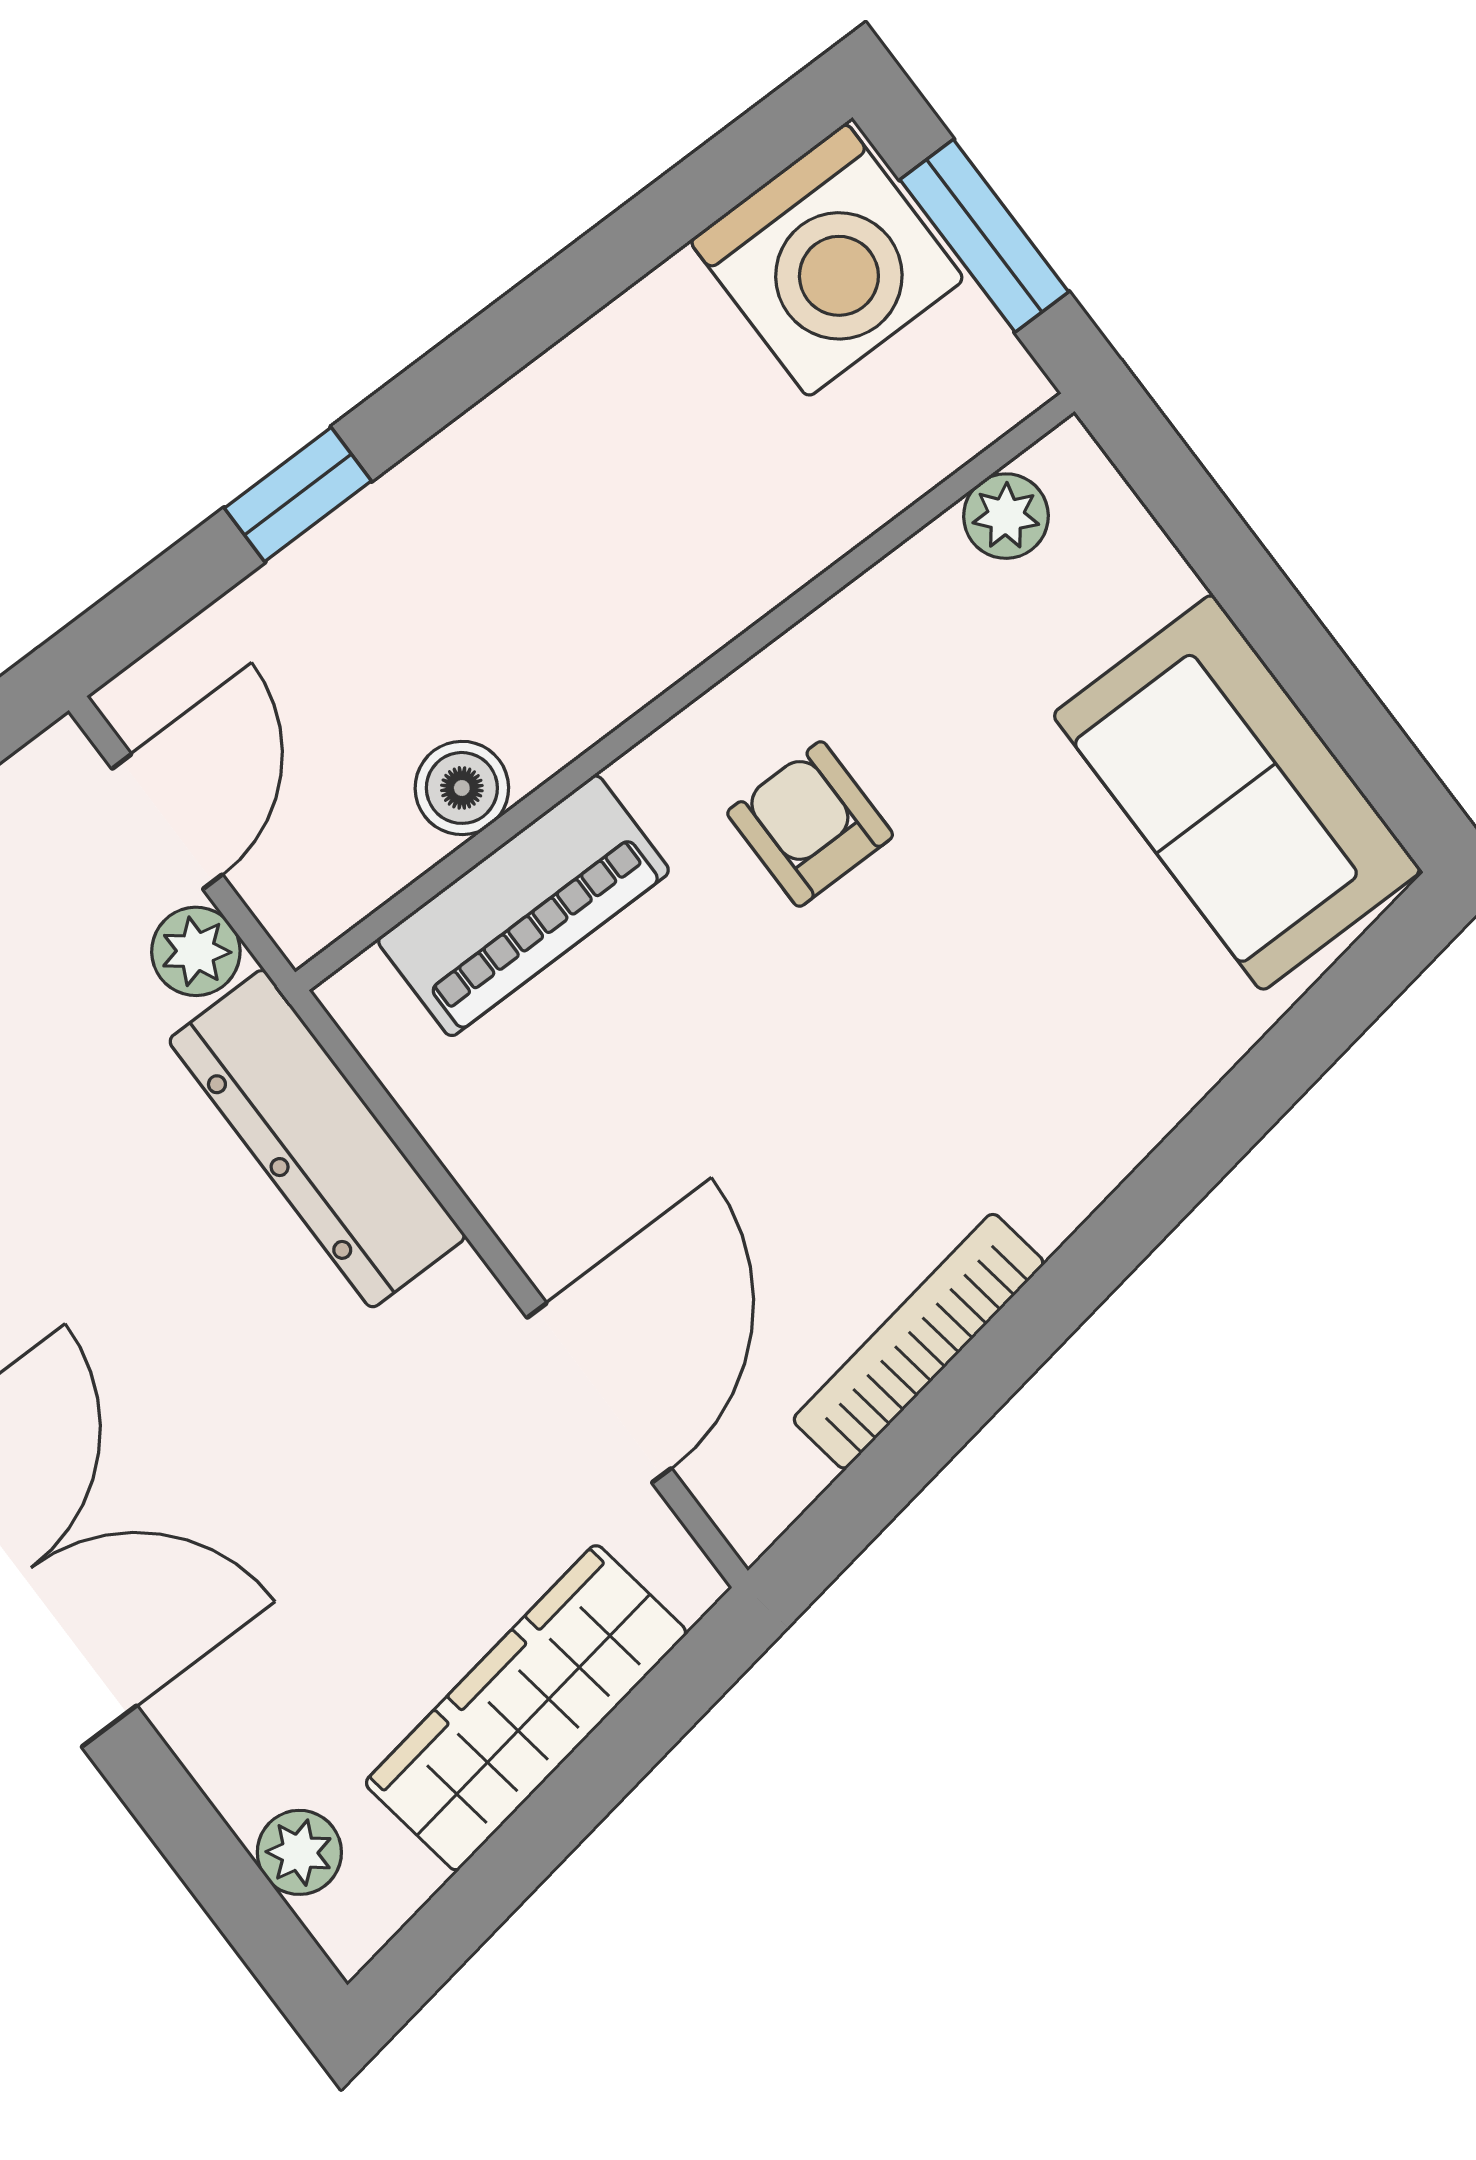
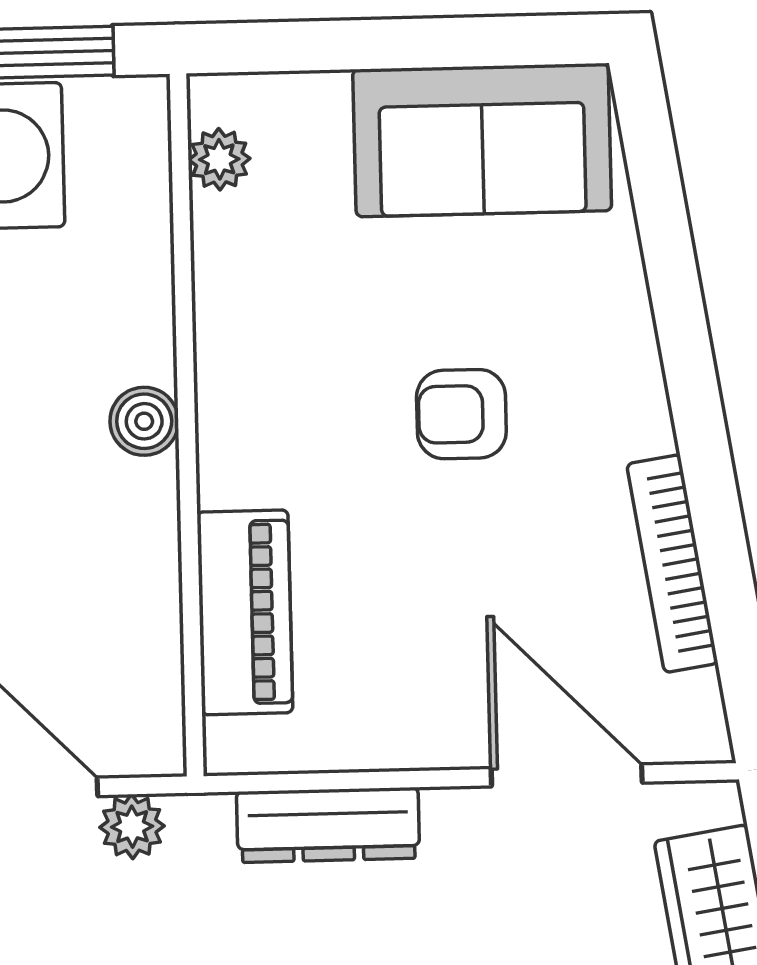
boiler: (462, 788) -> (144, 421), moved
armchair: (810, 824) -> (461, 414), moved
dresser: (317, 1139) -> (328, 825), width x0.73, depth x0.80

